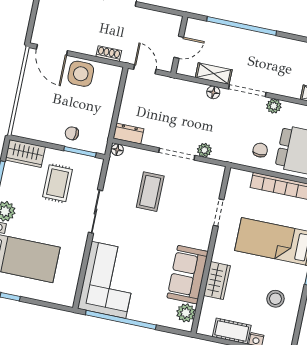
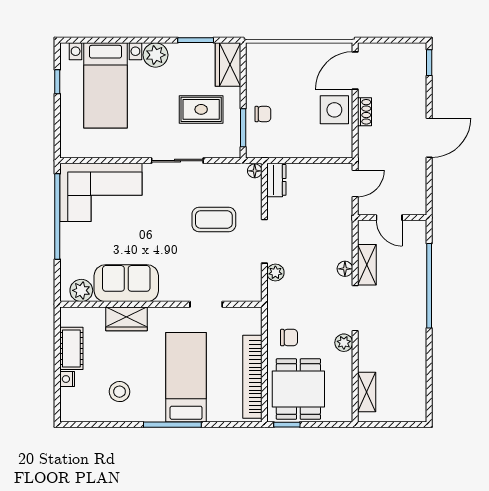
shoe rack: (109, 54) -> (365, 112), moved
chair: (72, 133) -> (263, 114), turned 86

